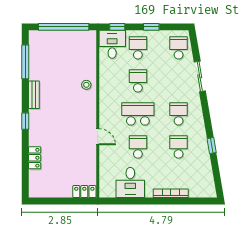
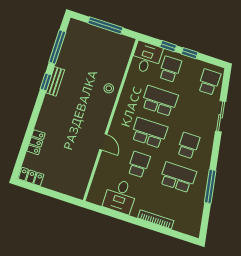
window: (64, 27) -> (105, 25), width x0.68
window: (117, 27) -> (168, 46), moved
school desk: (138, 81) -> (160, 101), width x1.85
window: (25, 121) -> (46, 82), moved
window: (212, 146) -> (210, 186), width x2.17
school desk: (179, 147) -> (178, 177), width x1.85
locker: (84, 192) -> (31, 177), moved

